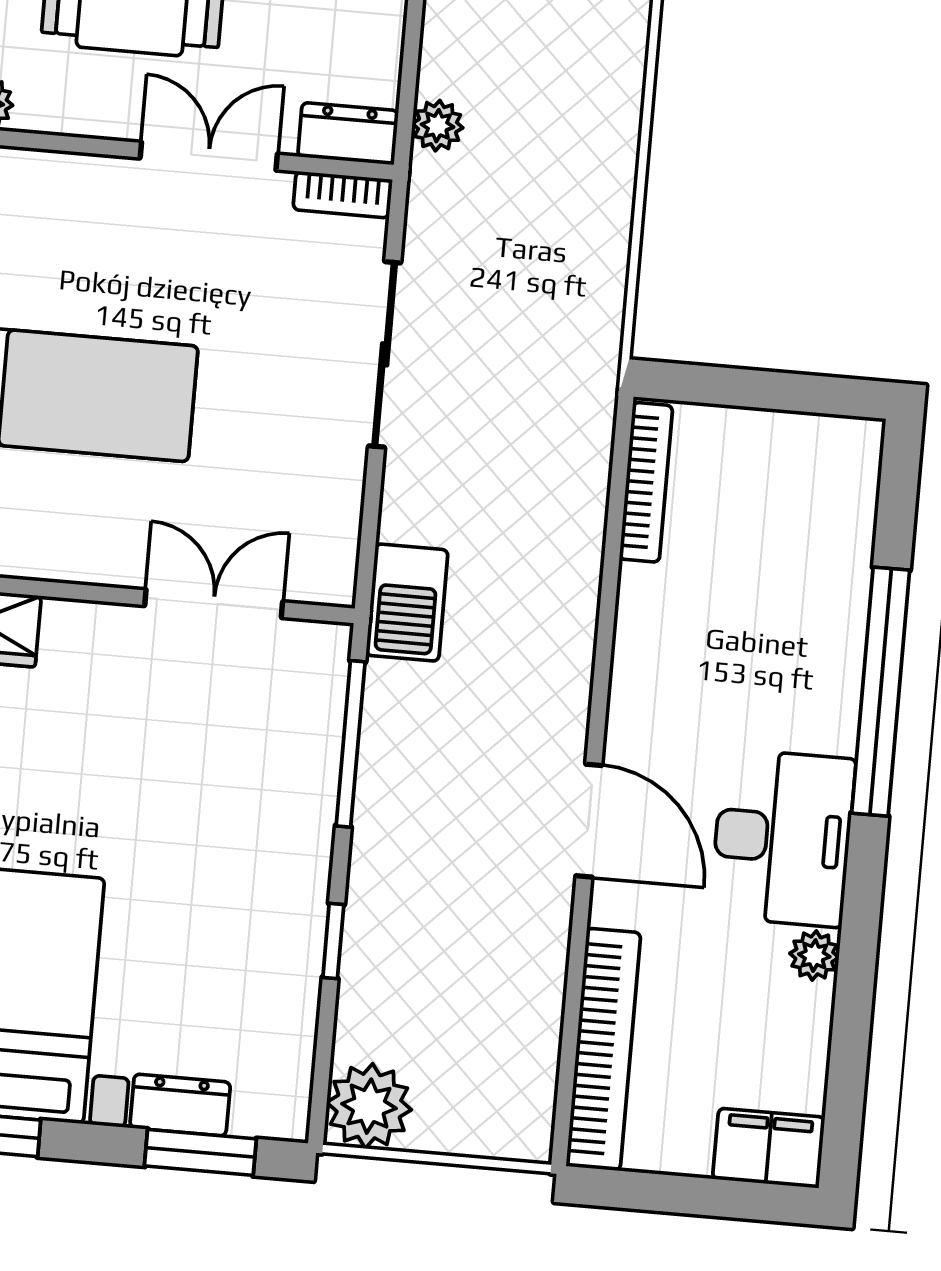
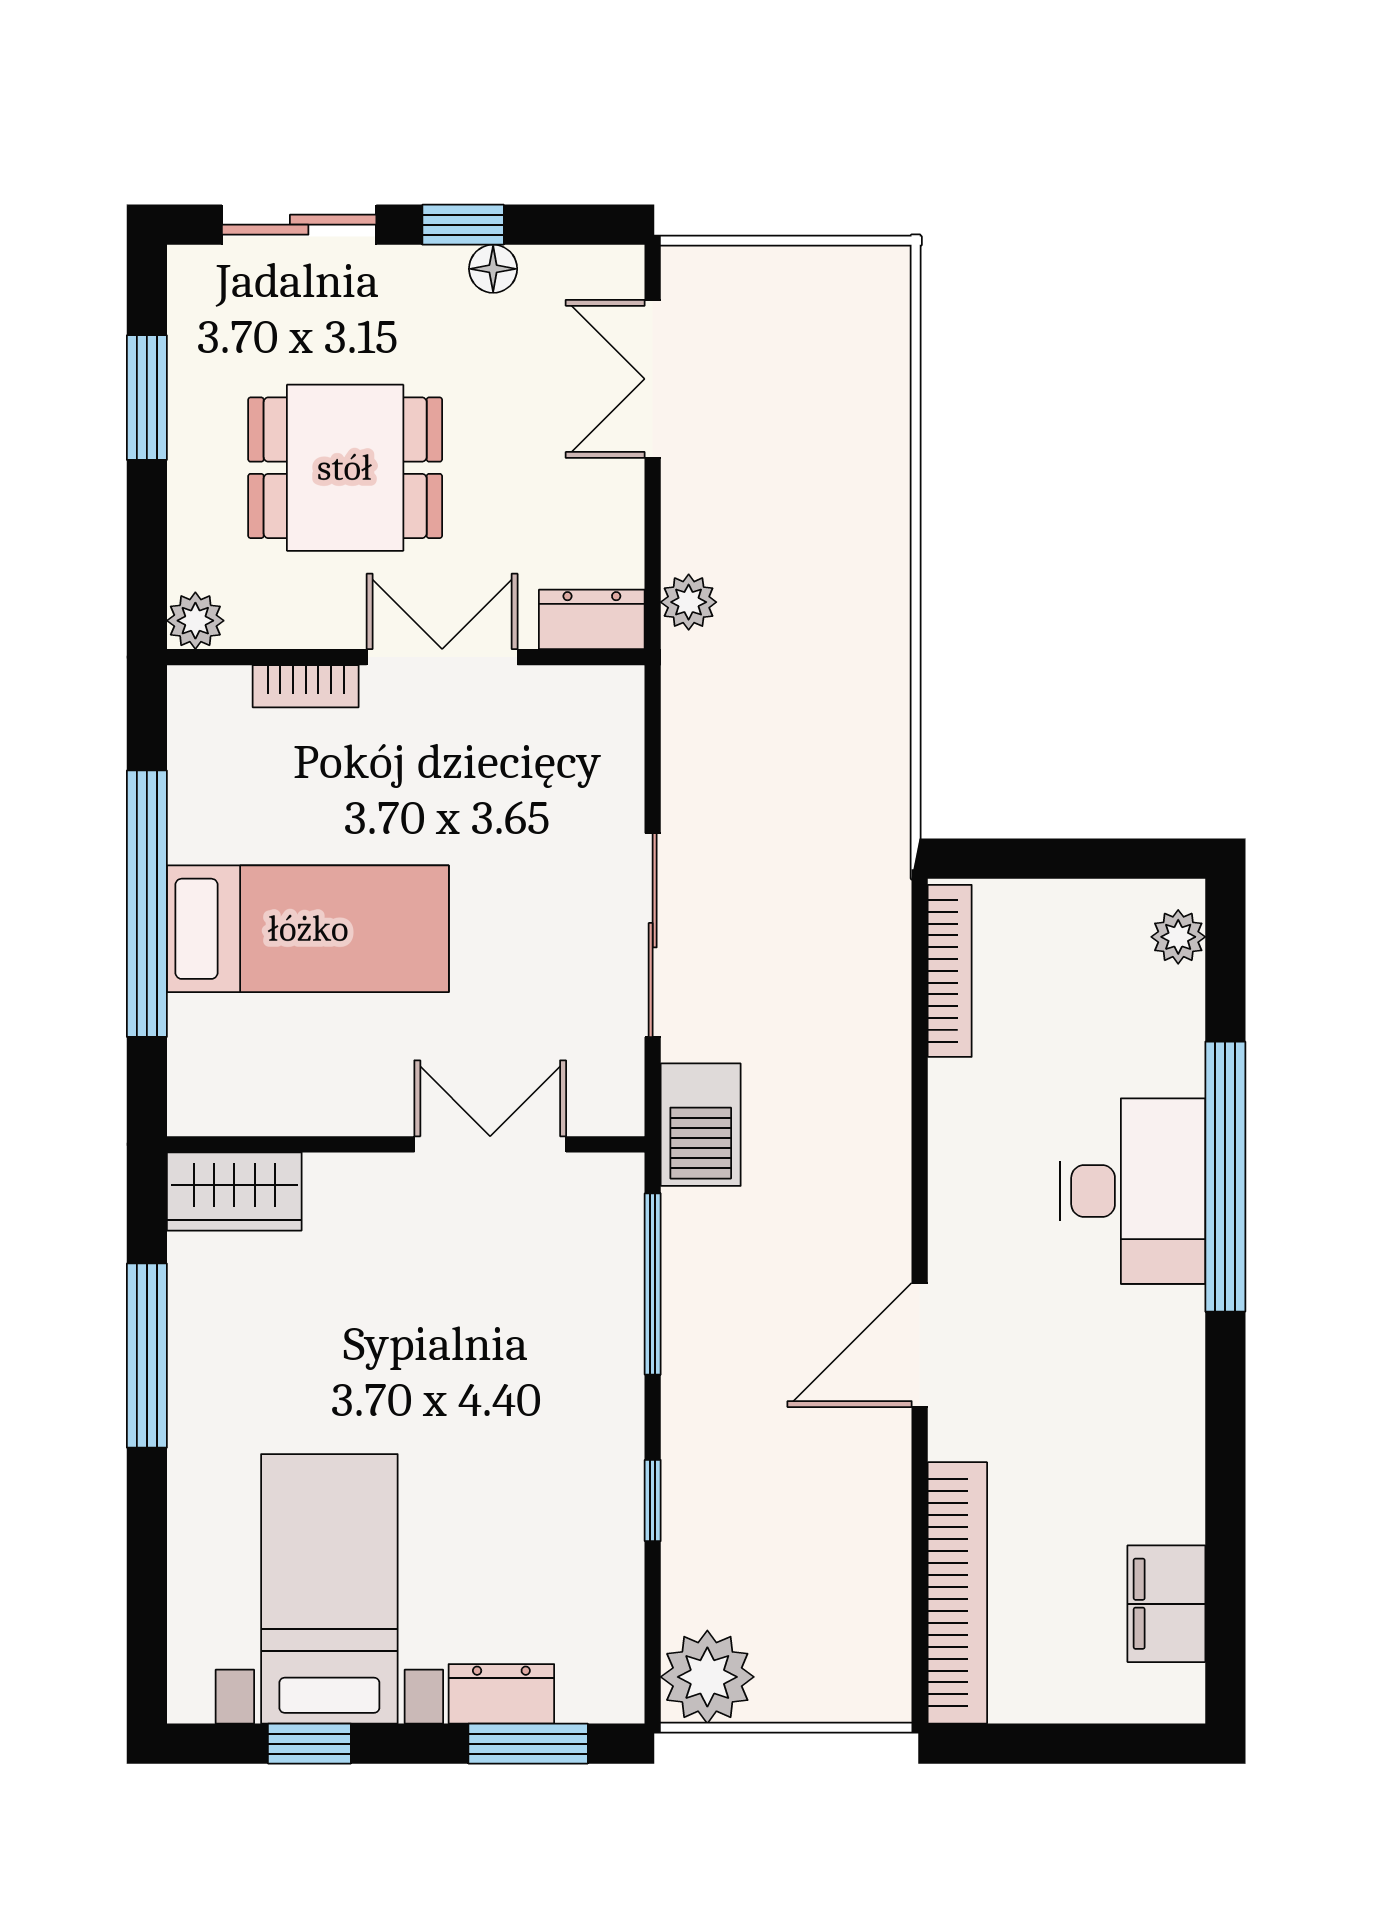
bookcase: (343, 195) -> (306, 686), moved
sliding door: (385, 354) -> (653, 935), moved
door: (589, 821) -> (920, 1345), swing flipped
desk: (783, 838) -> (1132, 1191), moved
plant: (814, 955) -> (1178, 937), moved
filing cabinet: (769, 1148) -> (1166, 1604), moved, turned -90

